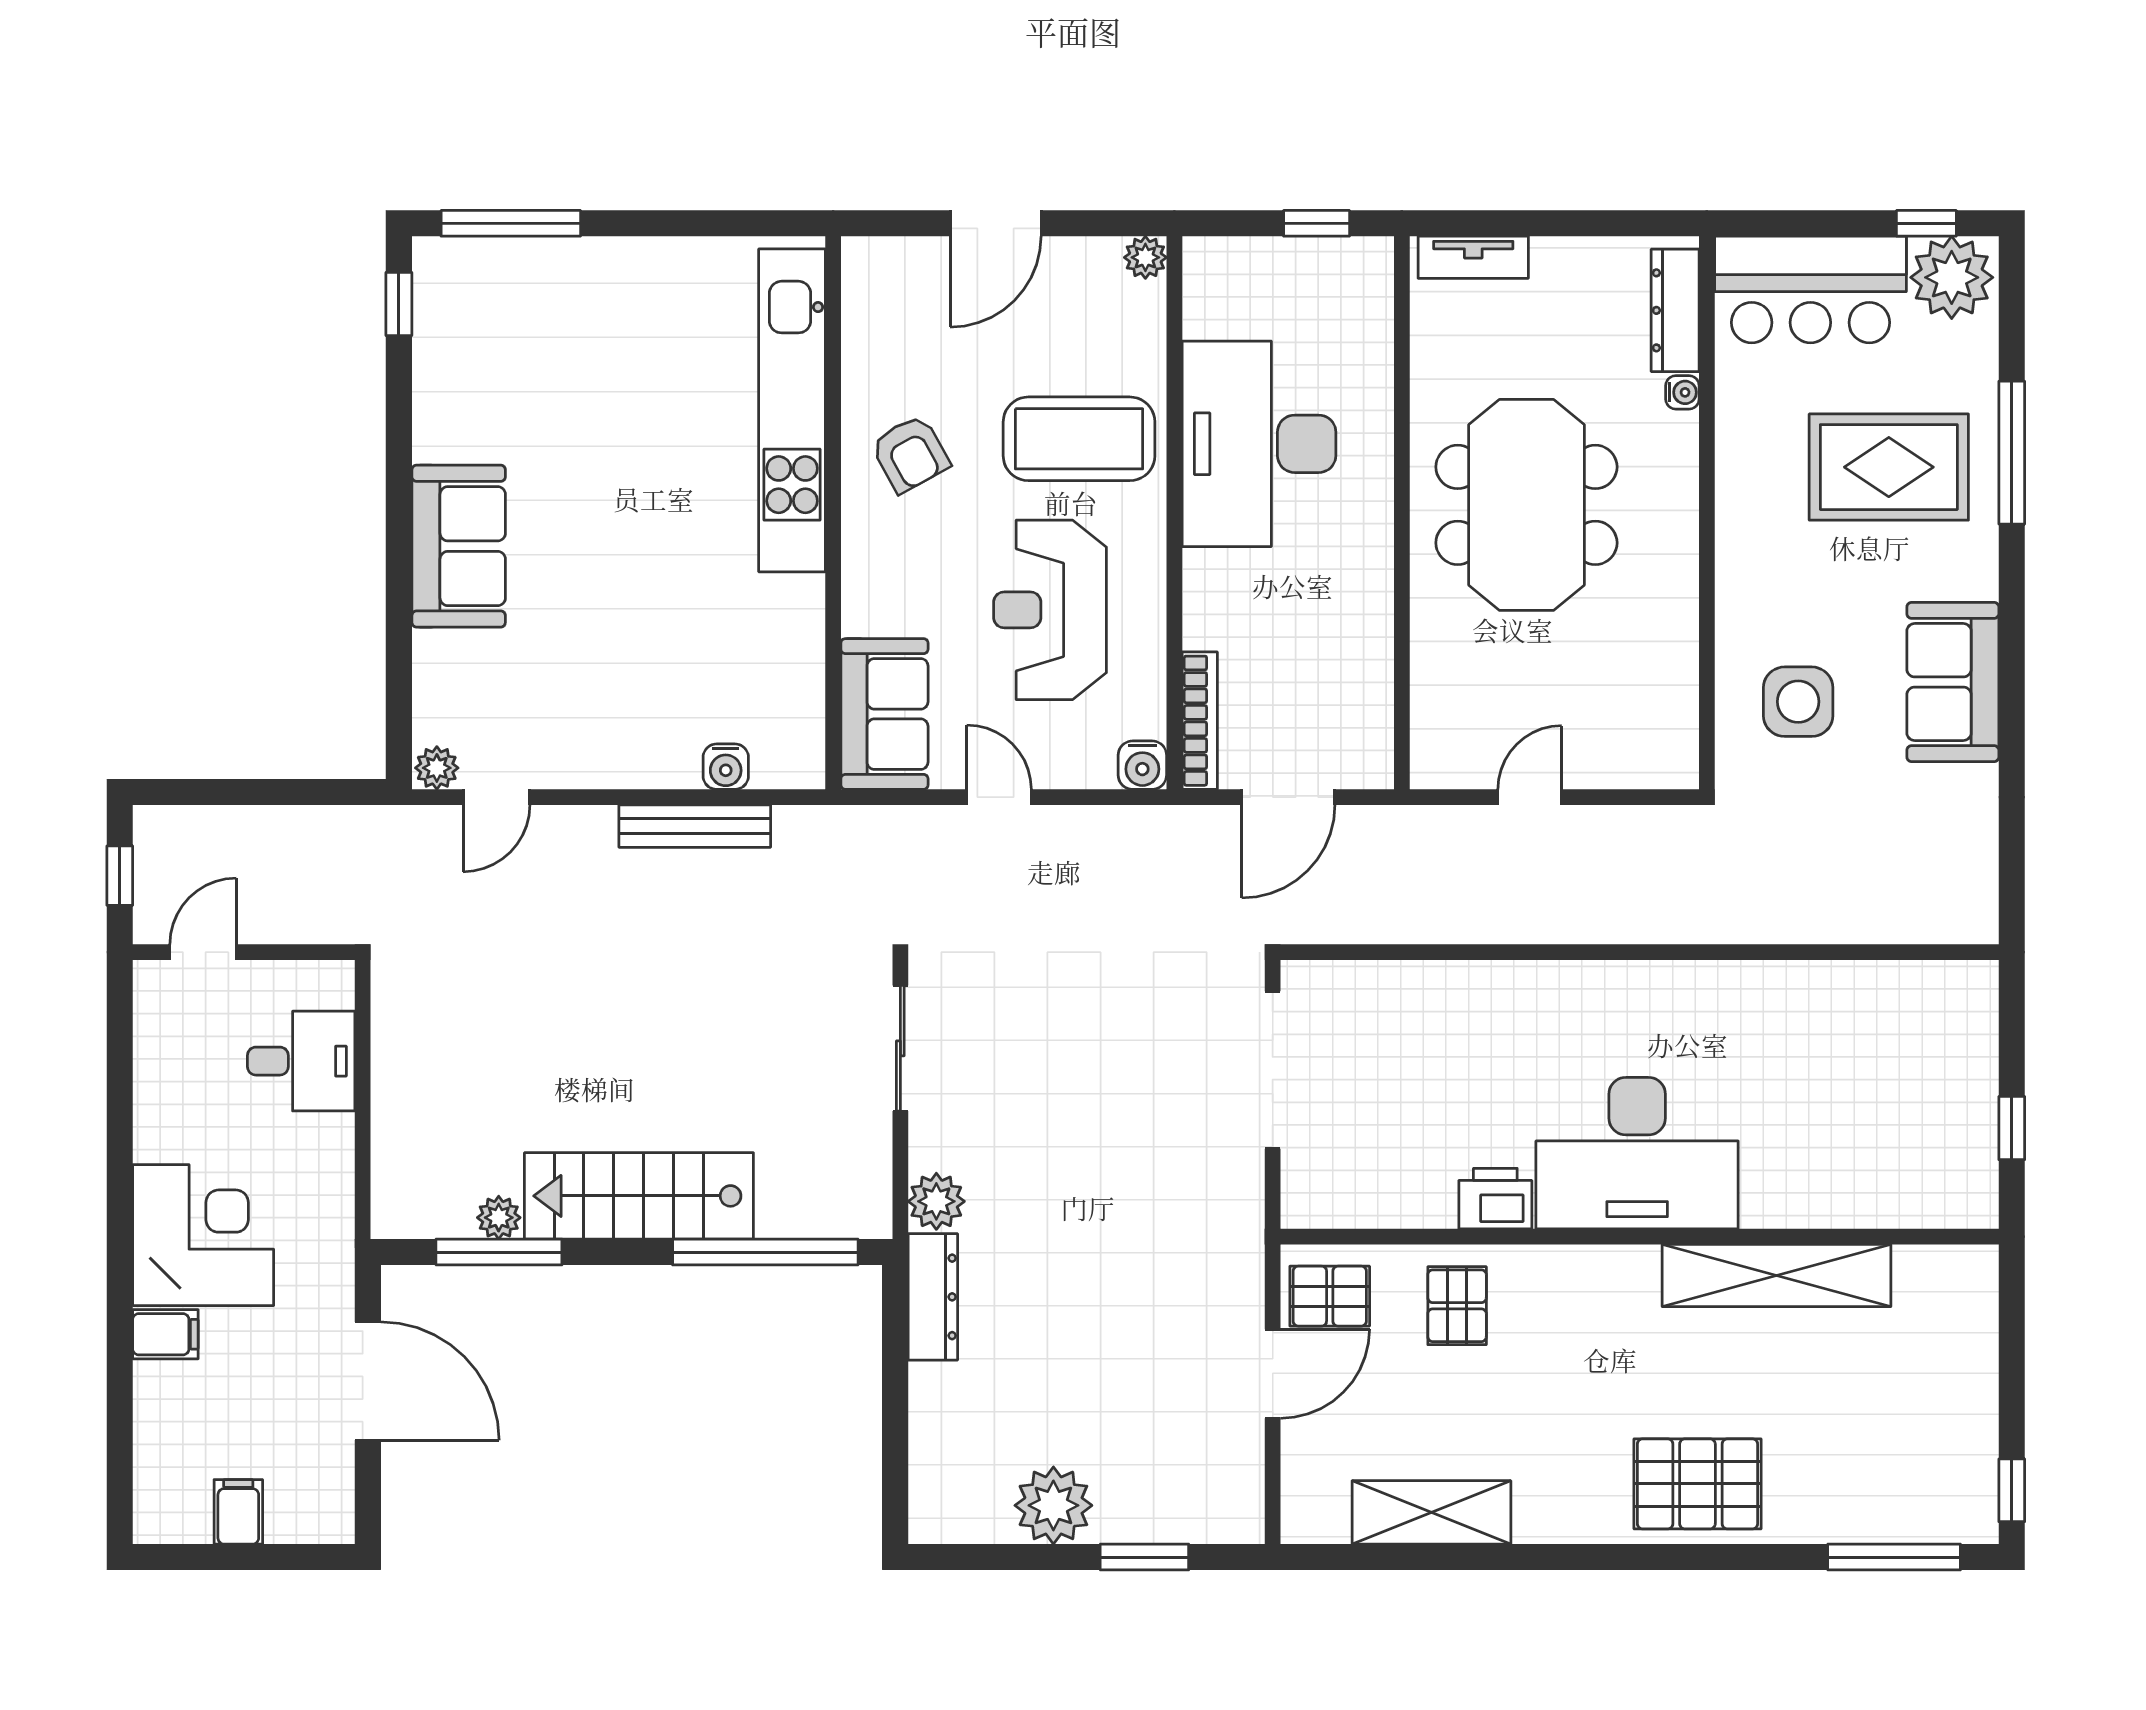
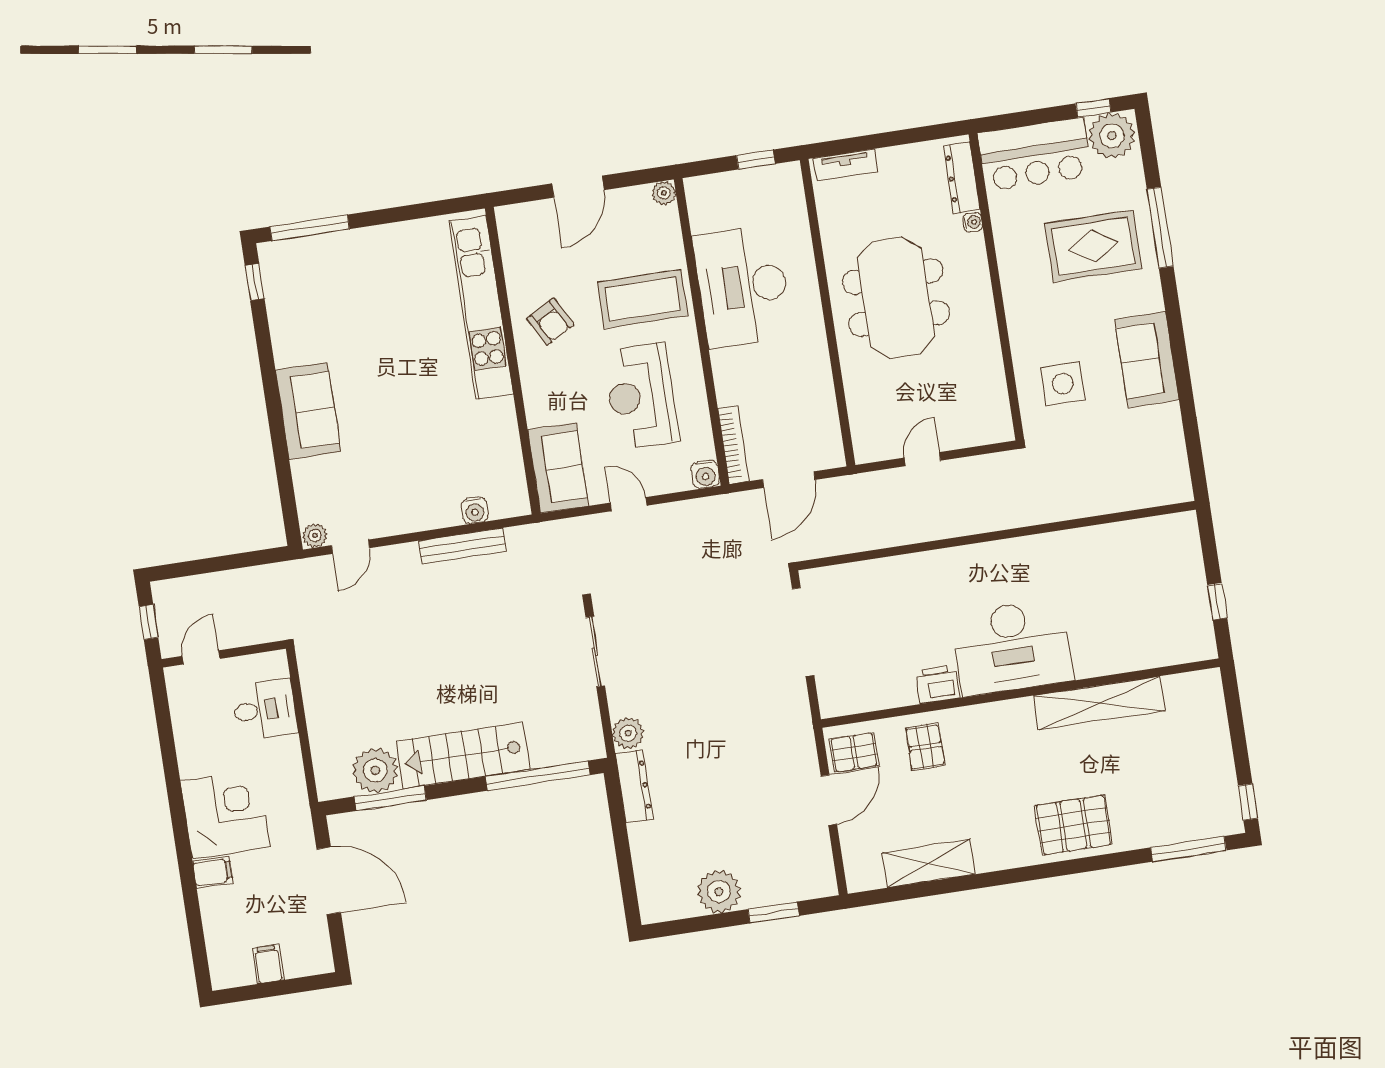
plant: (499, 1218) -> (375, 770), width x1.87, depth x1.87

